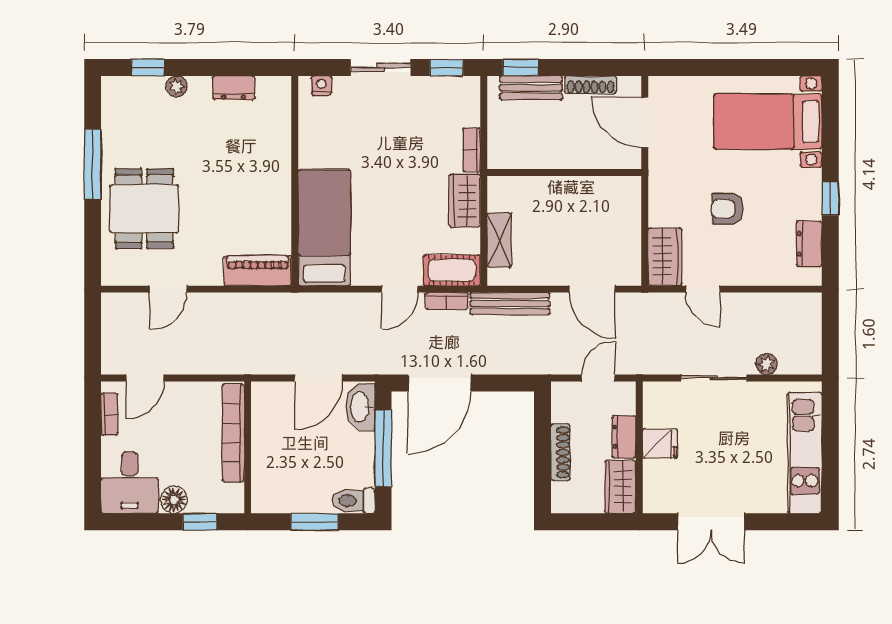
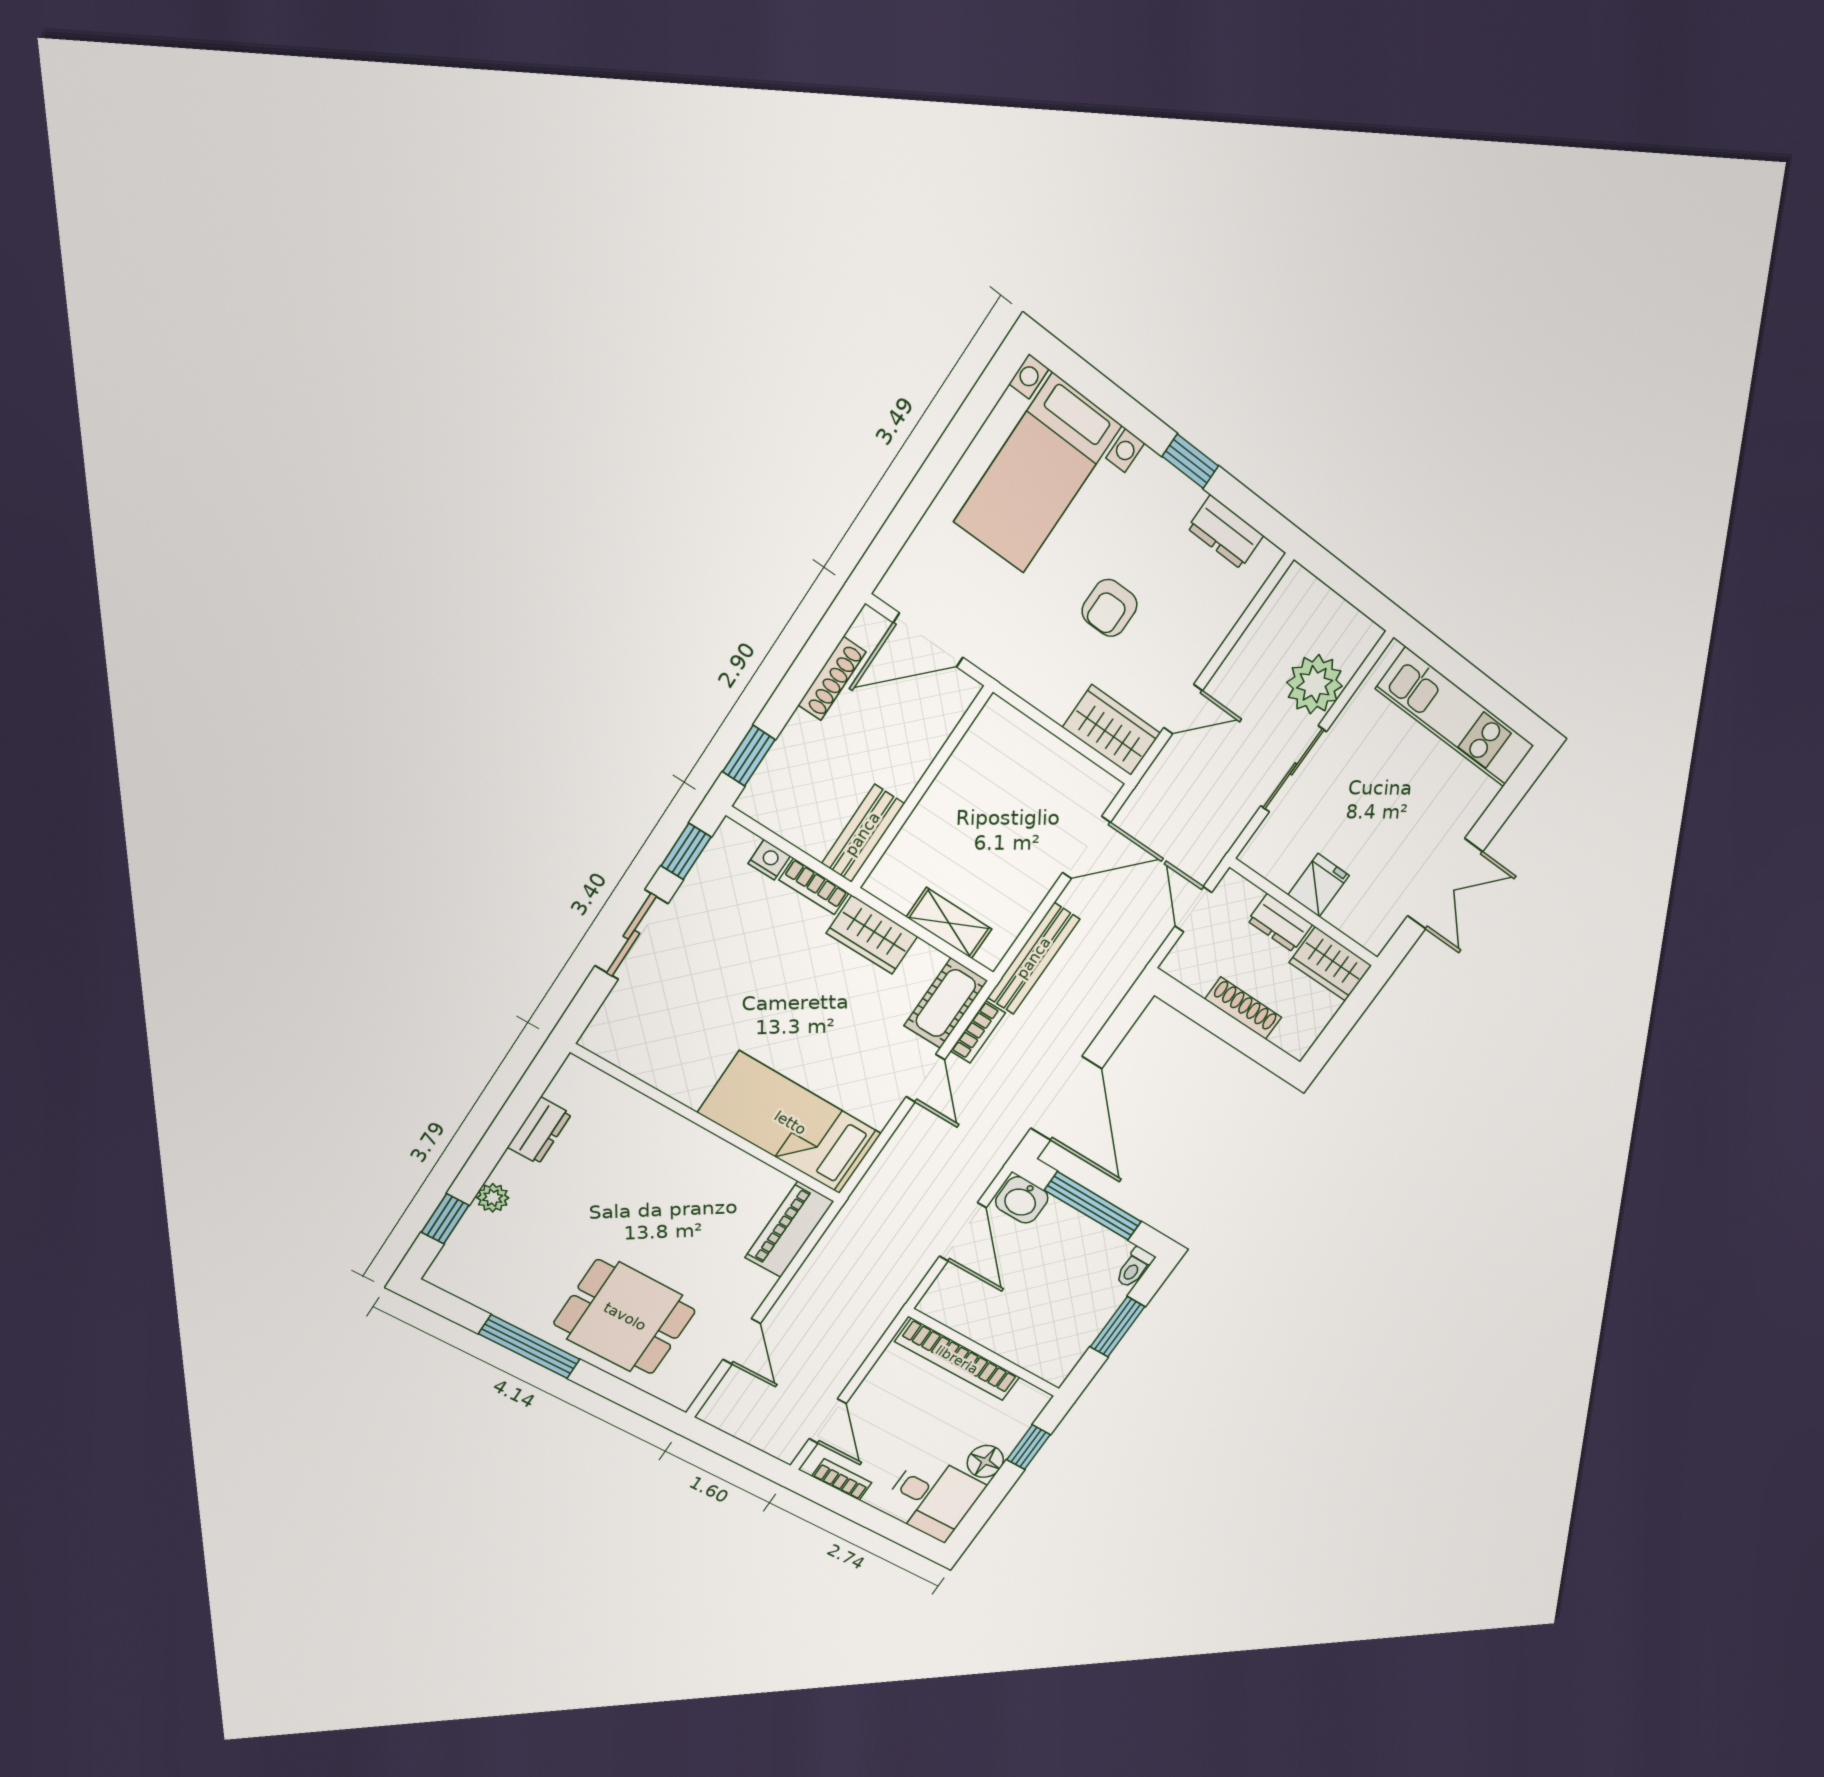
nightstand: (321, 85) -> (769, 860), moved, turned 90
bench: (531, 88) -> (863, 834), moved
plant: (767, 364) -> (1315, 684), width x1.87, depth x1.87
washbasin: (360, 407) -> (1022, 1200), width x0.72
toilet: (354, 501) -> (1134, 1268), width x0.73, depth x0.72

